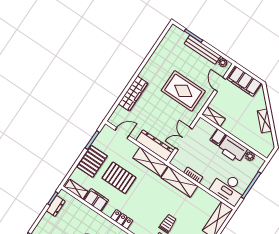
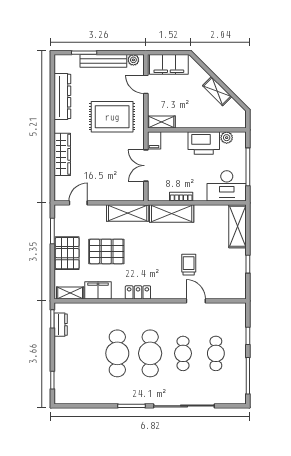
filing cabinet: (218, 137) -> (154, 140), moved
dresser: (155, 145) -> (62, 96), moved, turned 90

